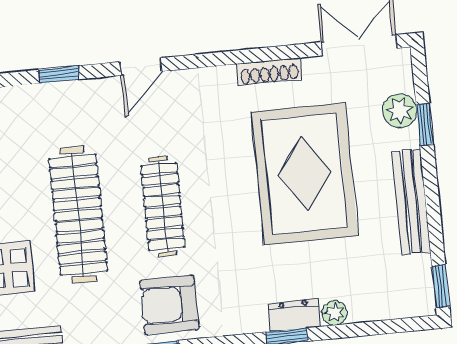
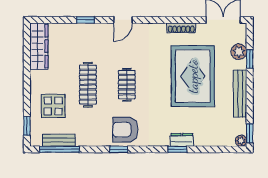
clothes rail: (163, 207) -> (127, 85), width x0.73
clothes rail: (78, 215) -> (88, 85), width x0.73, depth x0.76
plant: (334, 313) -> (241, 141), moved

